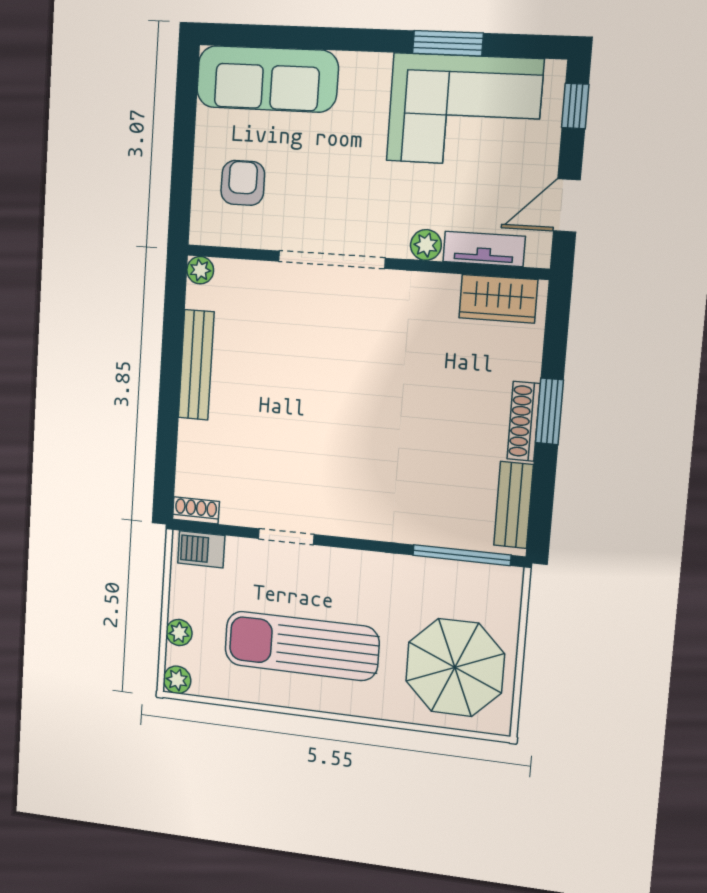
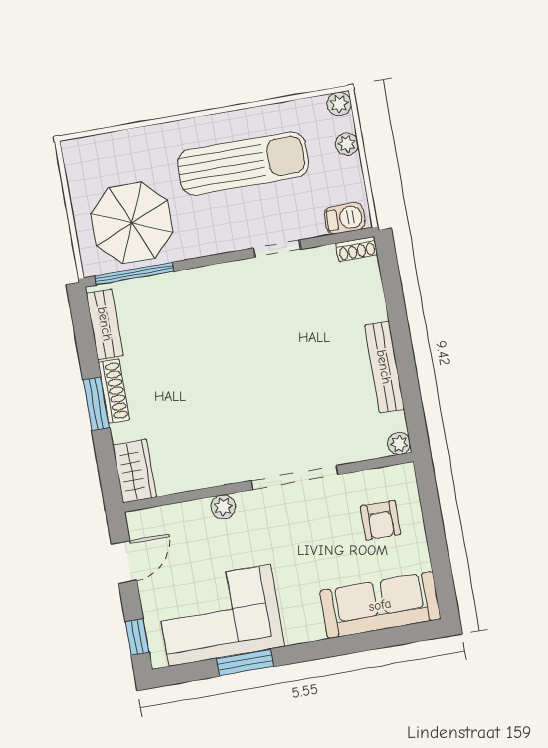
tv unit: (484, 249) -> (178, 515), removed
wardrobe: (498, 299) -> (135, 471), moved, turned 90
parasol: (455, 667) -> (132, 223), moved

